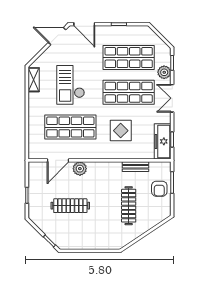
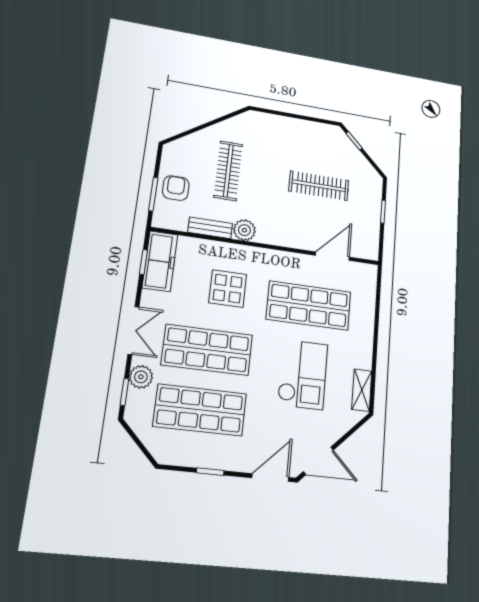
door: (84, 24) -> (270, 478), hinge flipped
plant: (80, 169) -> (244, 230), moved

